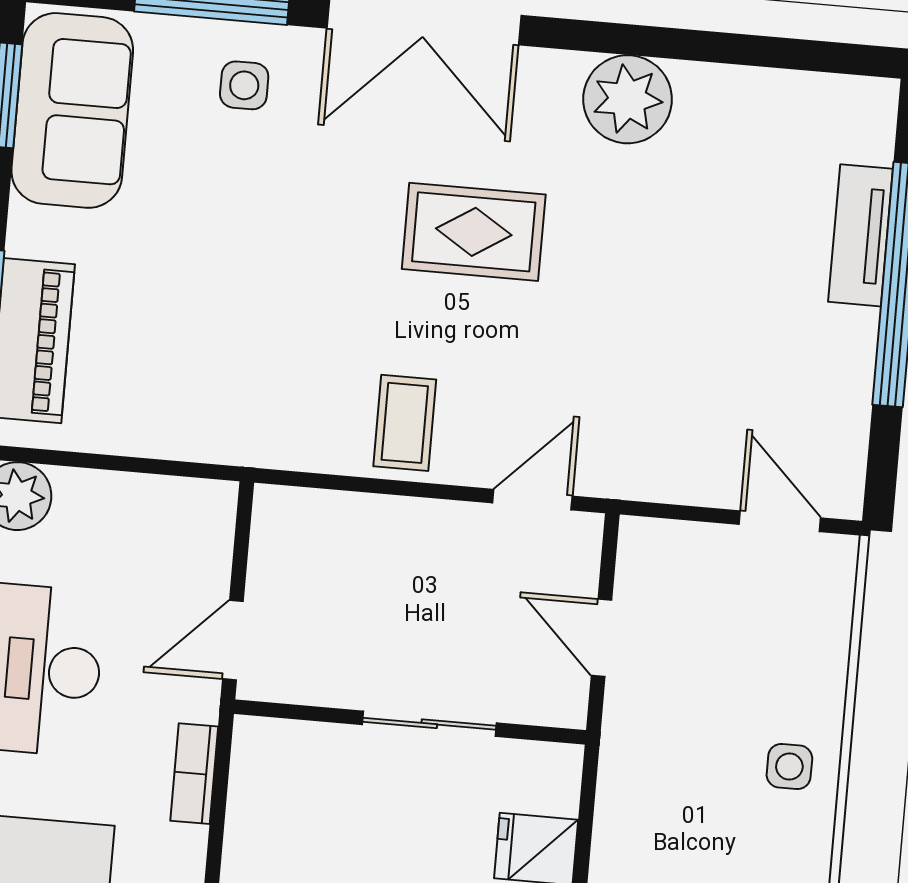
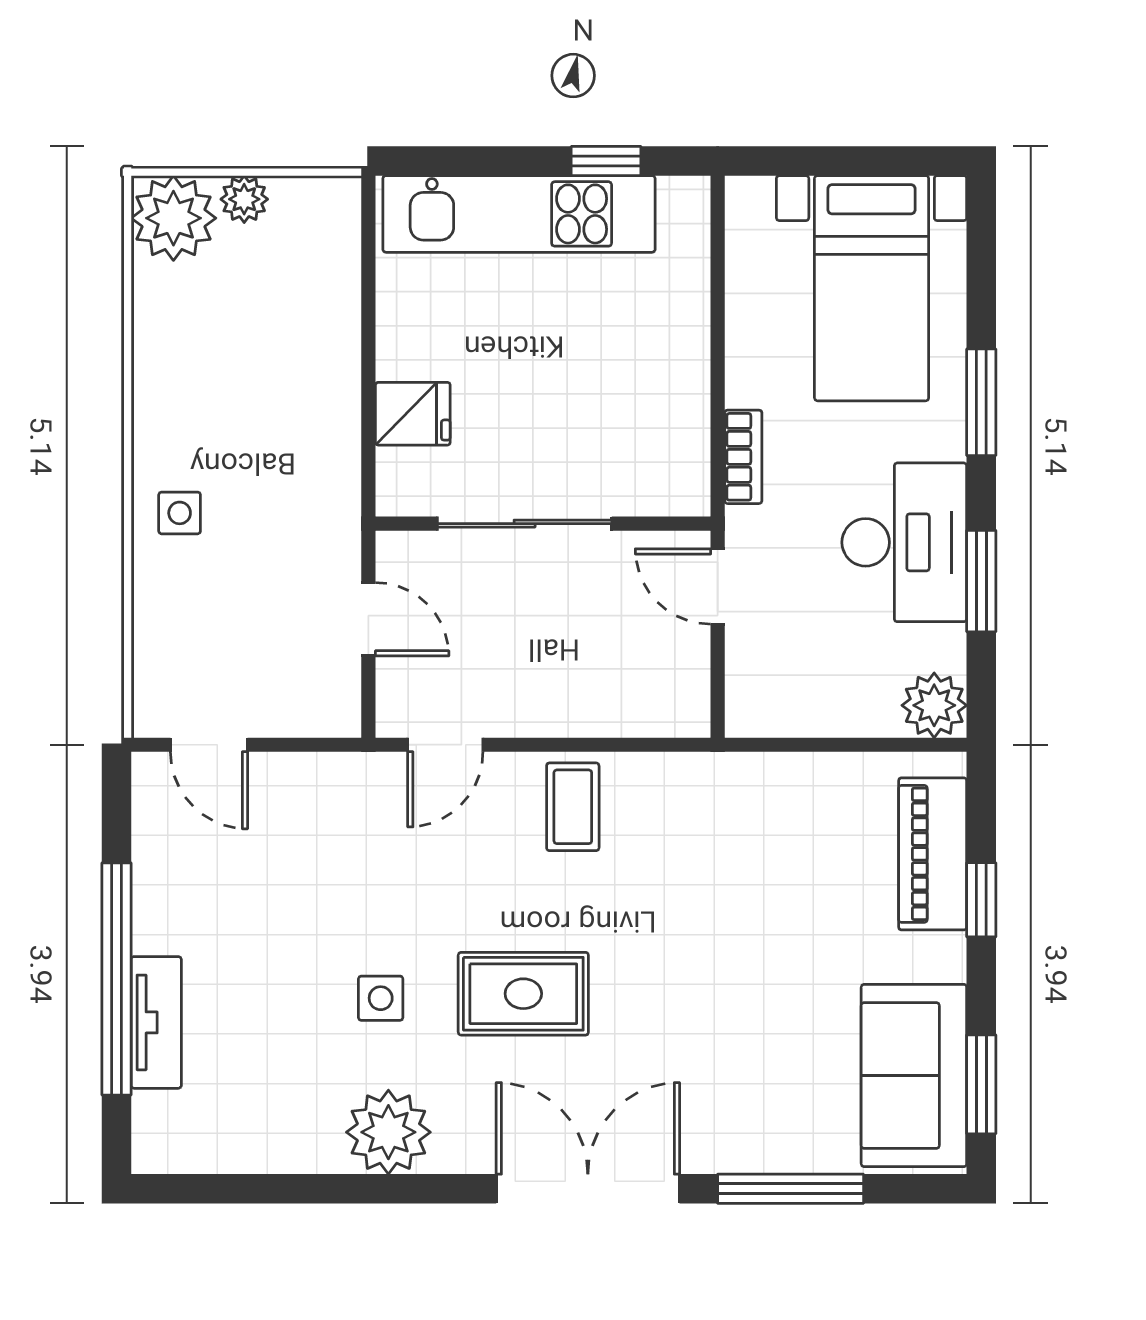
side table: (244, 85) -> (381, 998), moved
door: (233, 640) -> (718, 587), swing flipped
sliding door: (429, 724) -> (525, 524), width x1.37

